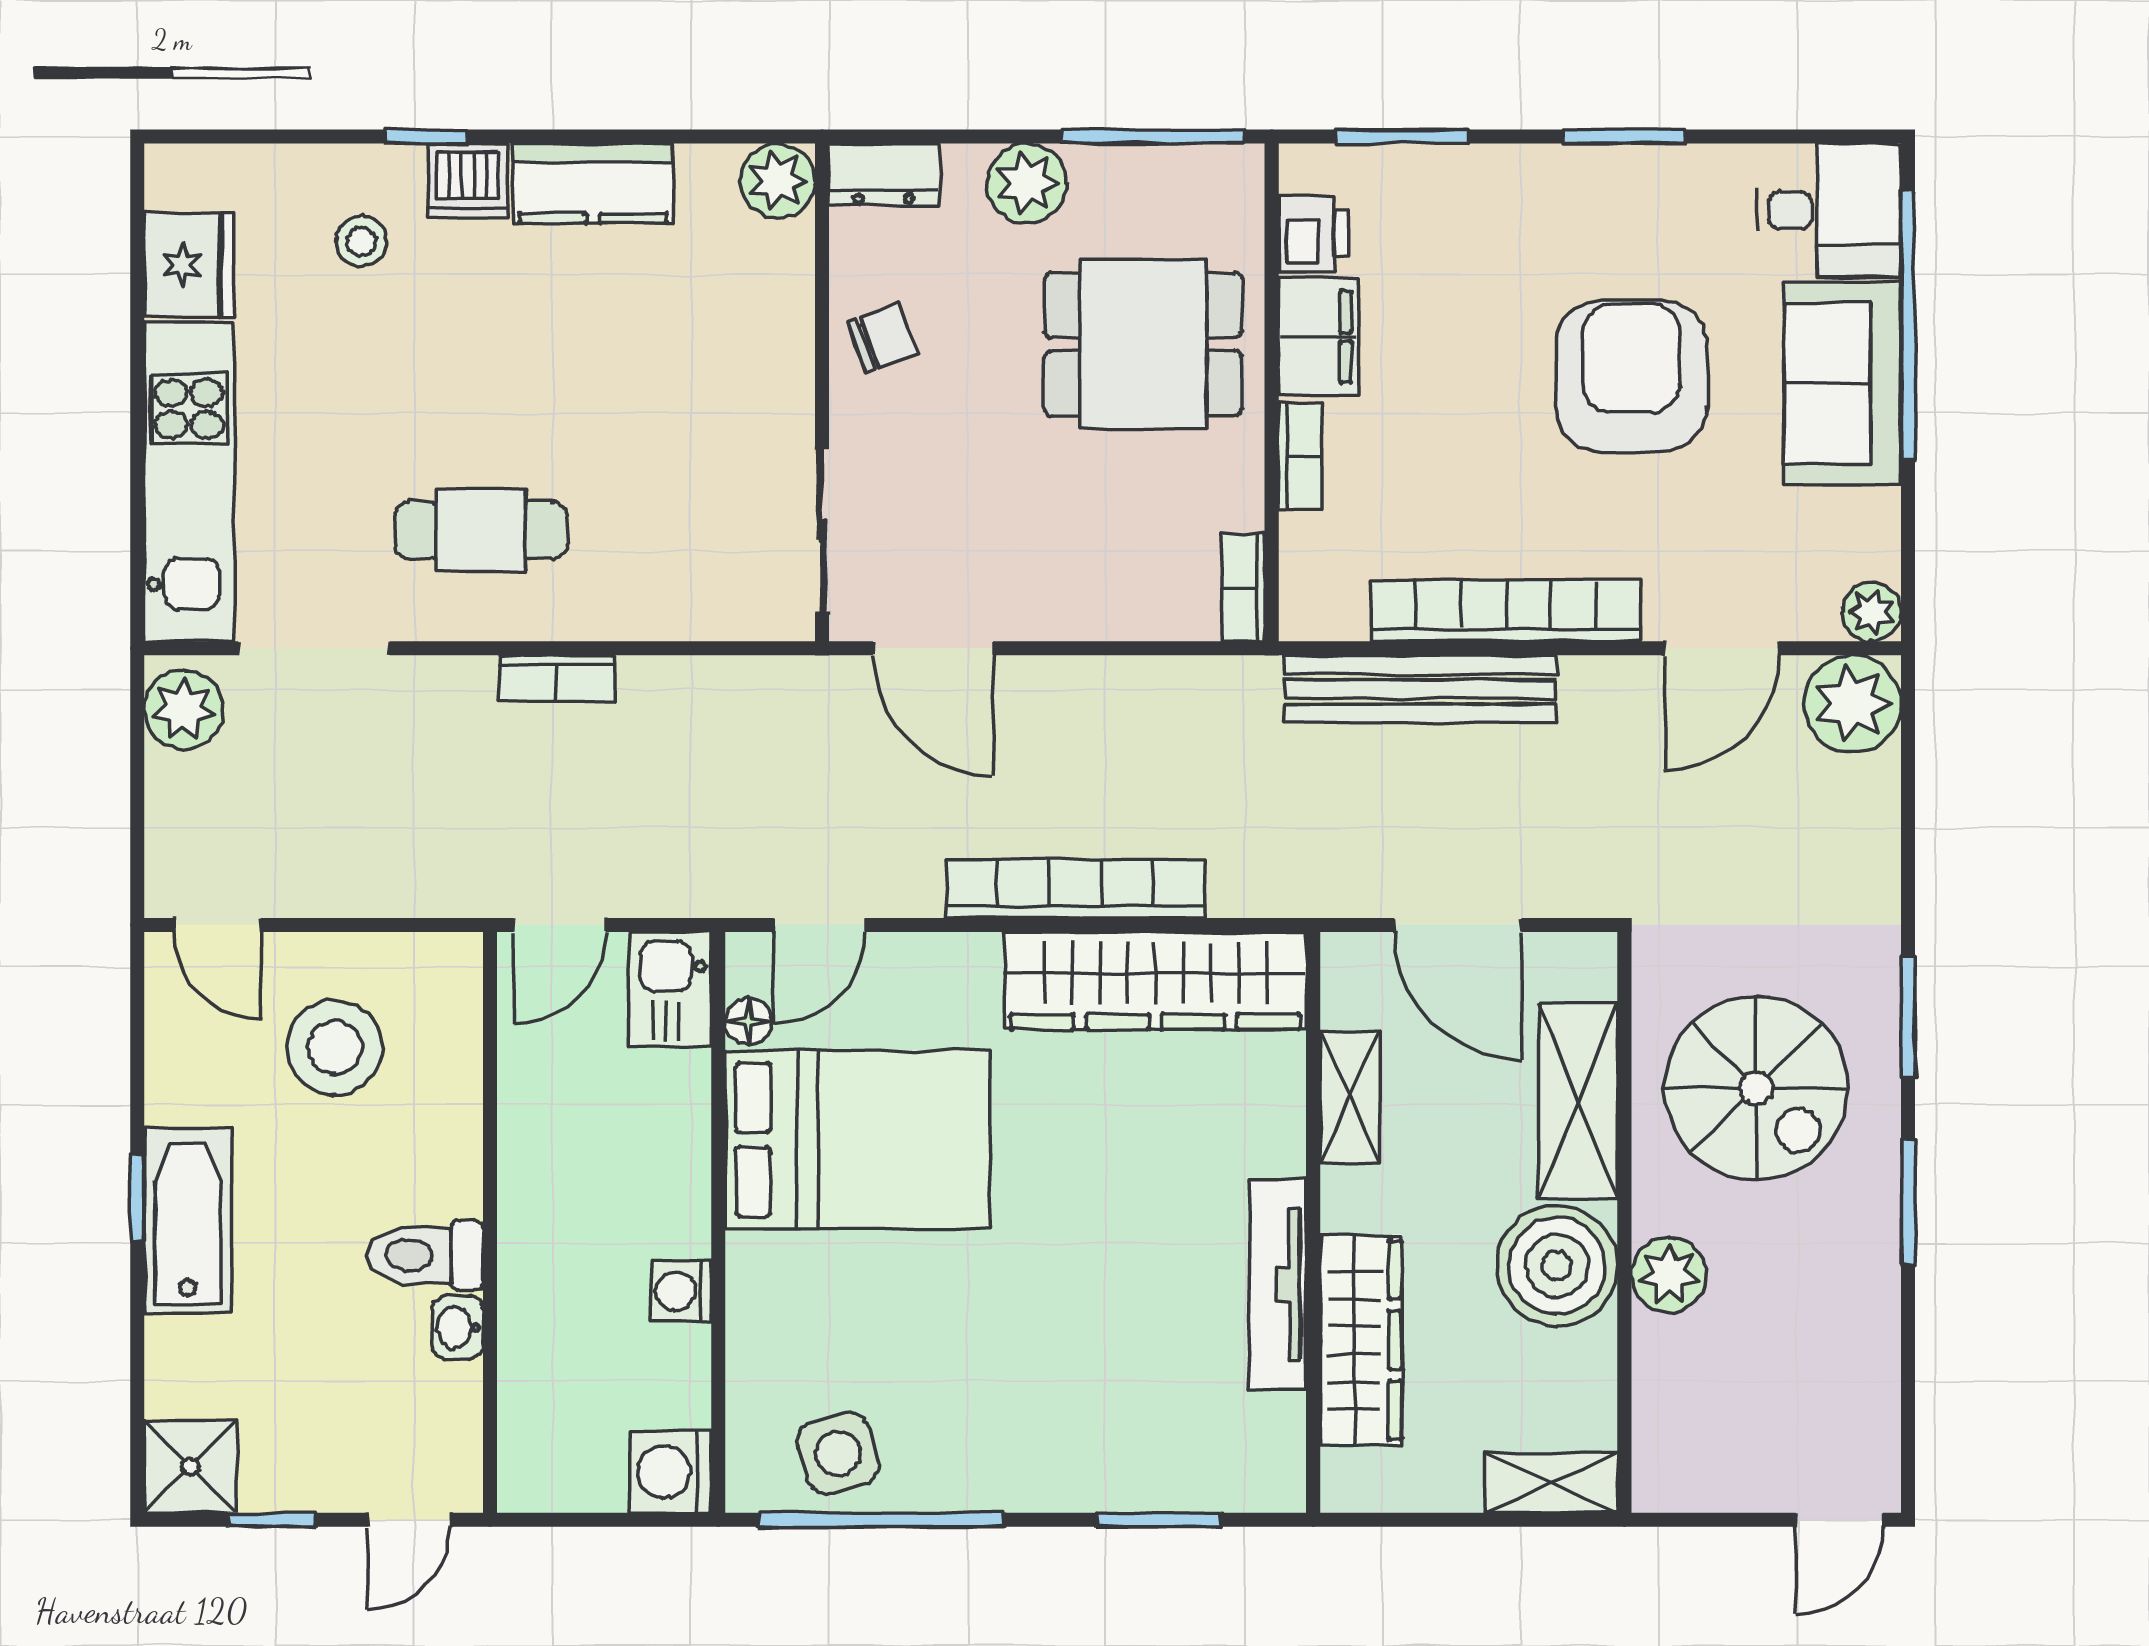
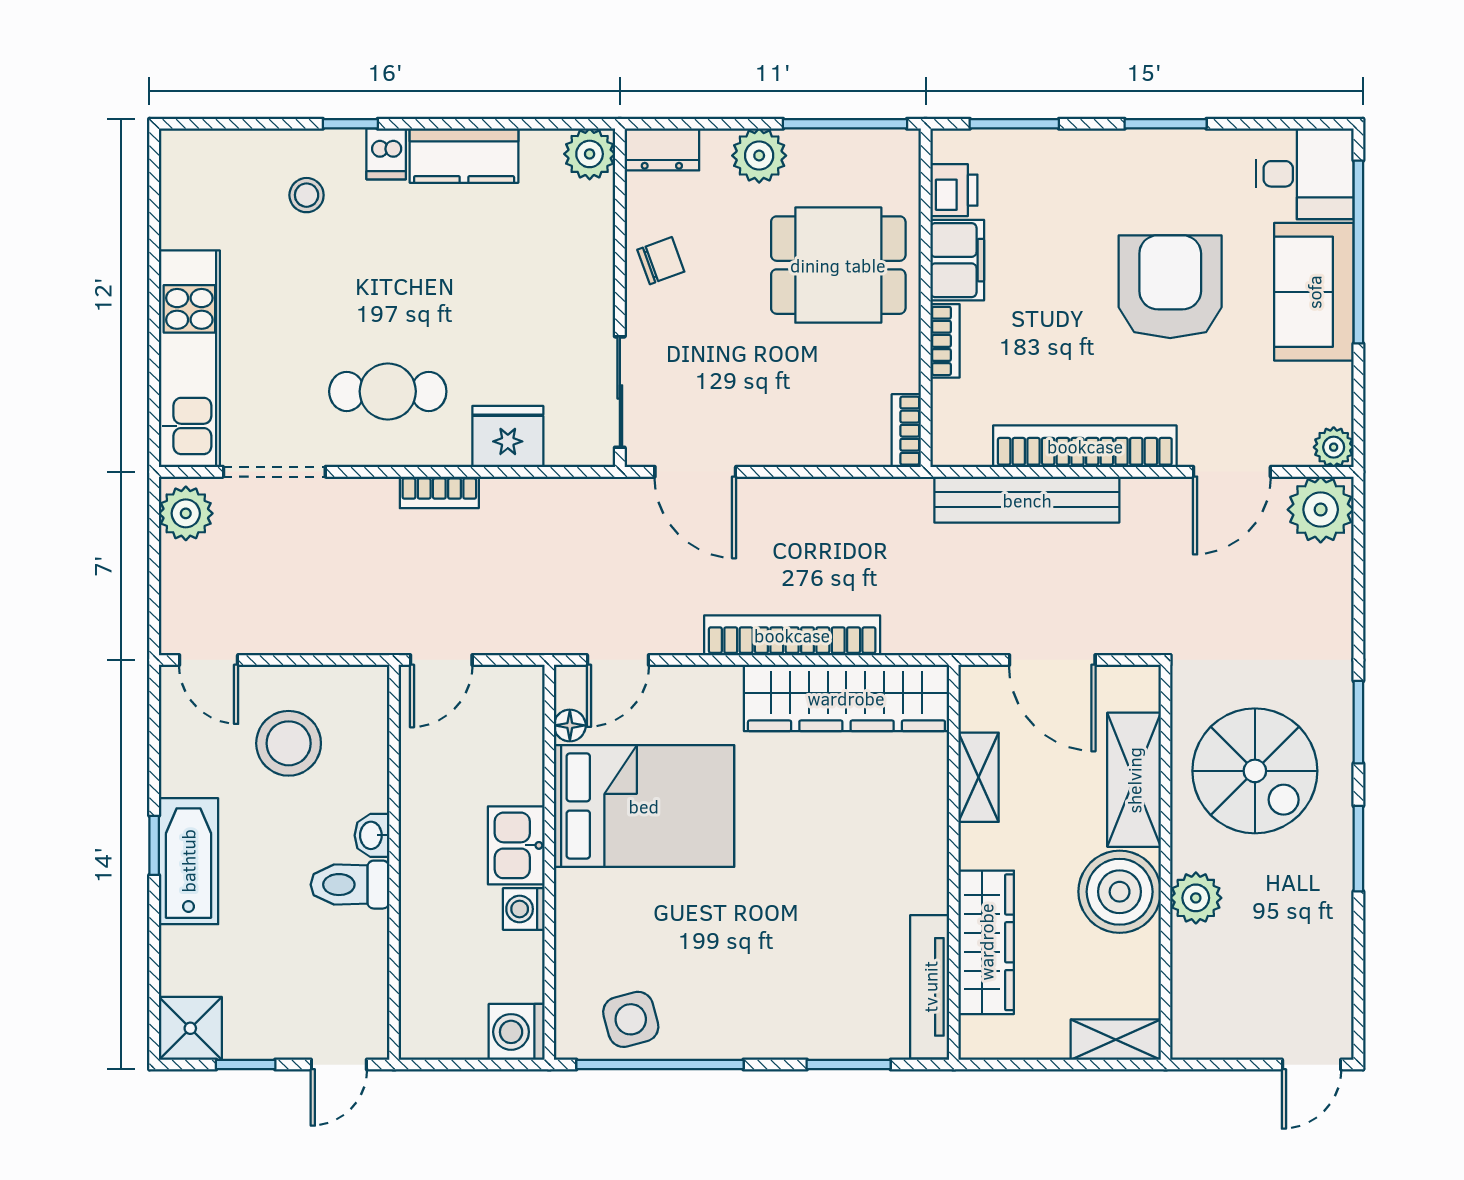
dishwasher: (468, 181) -> (386, 154), width x0.73
fridge: (189, 265) -> (508, 437), moved, turned -90
kitchen sink: (670, 989) -> (516, 845), moved
tv unit: (1278, 1284) -> (930, 987), moved
washbasin: (458, 1328) -> (372, 835), moved

